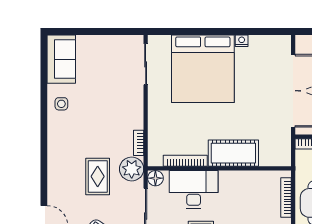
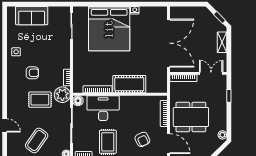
sofa: (61, 59) -> (32, 16), moved, turned 90
armchair: (86, 136) -> (32, 73), added
rug: (98, 176) -> (40, 100), turned 90

